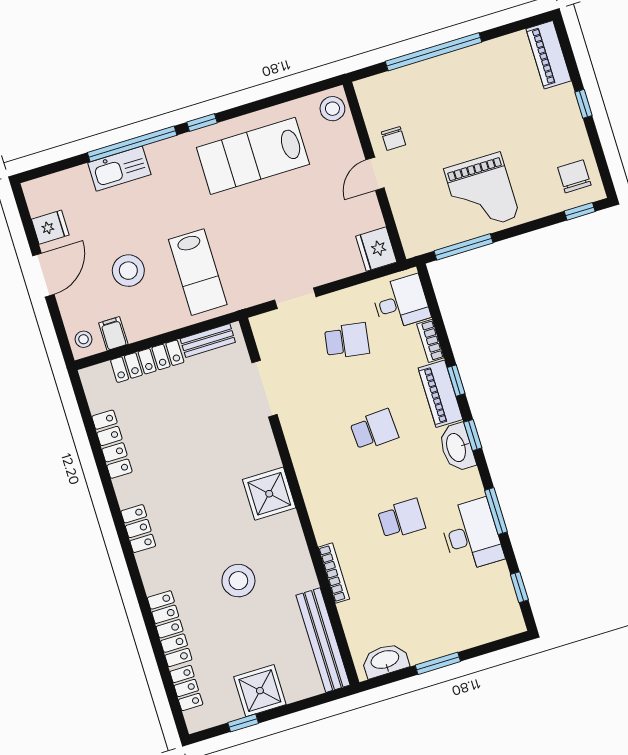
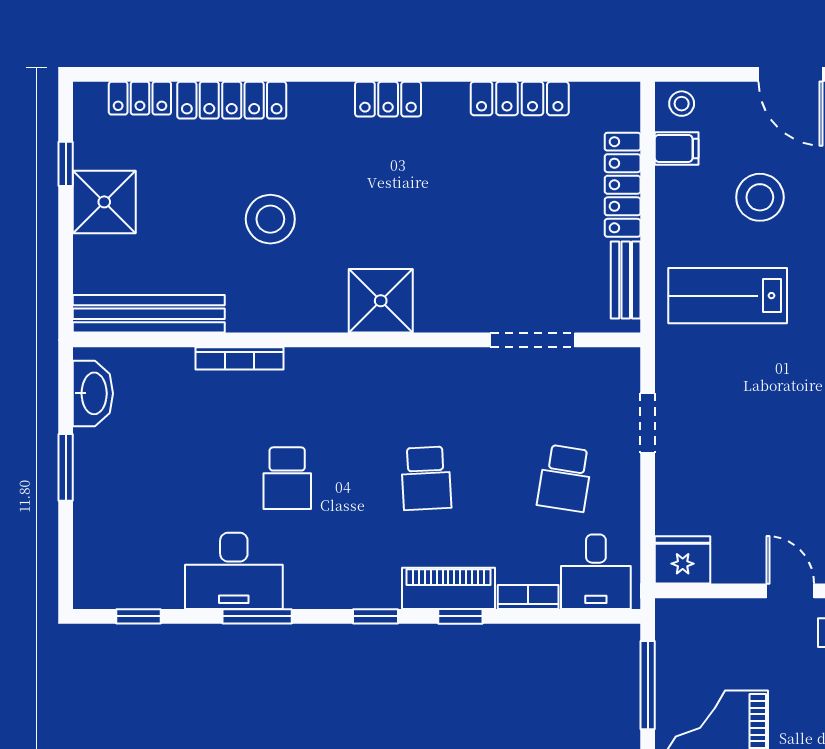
washbasin: (457, 447) -> (365, 588), removed

